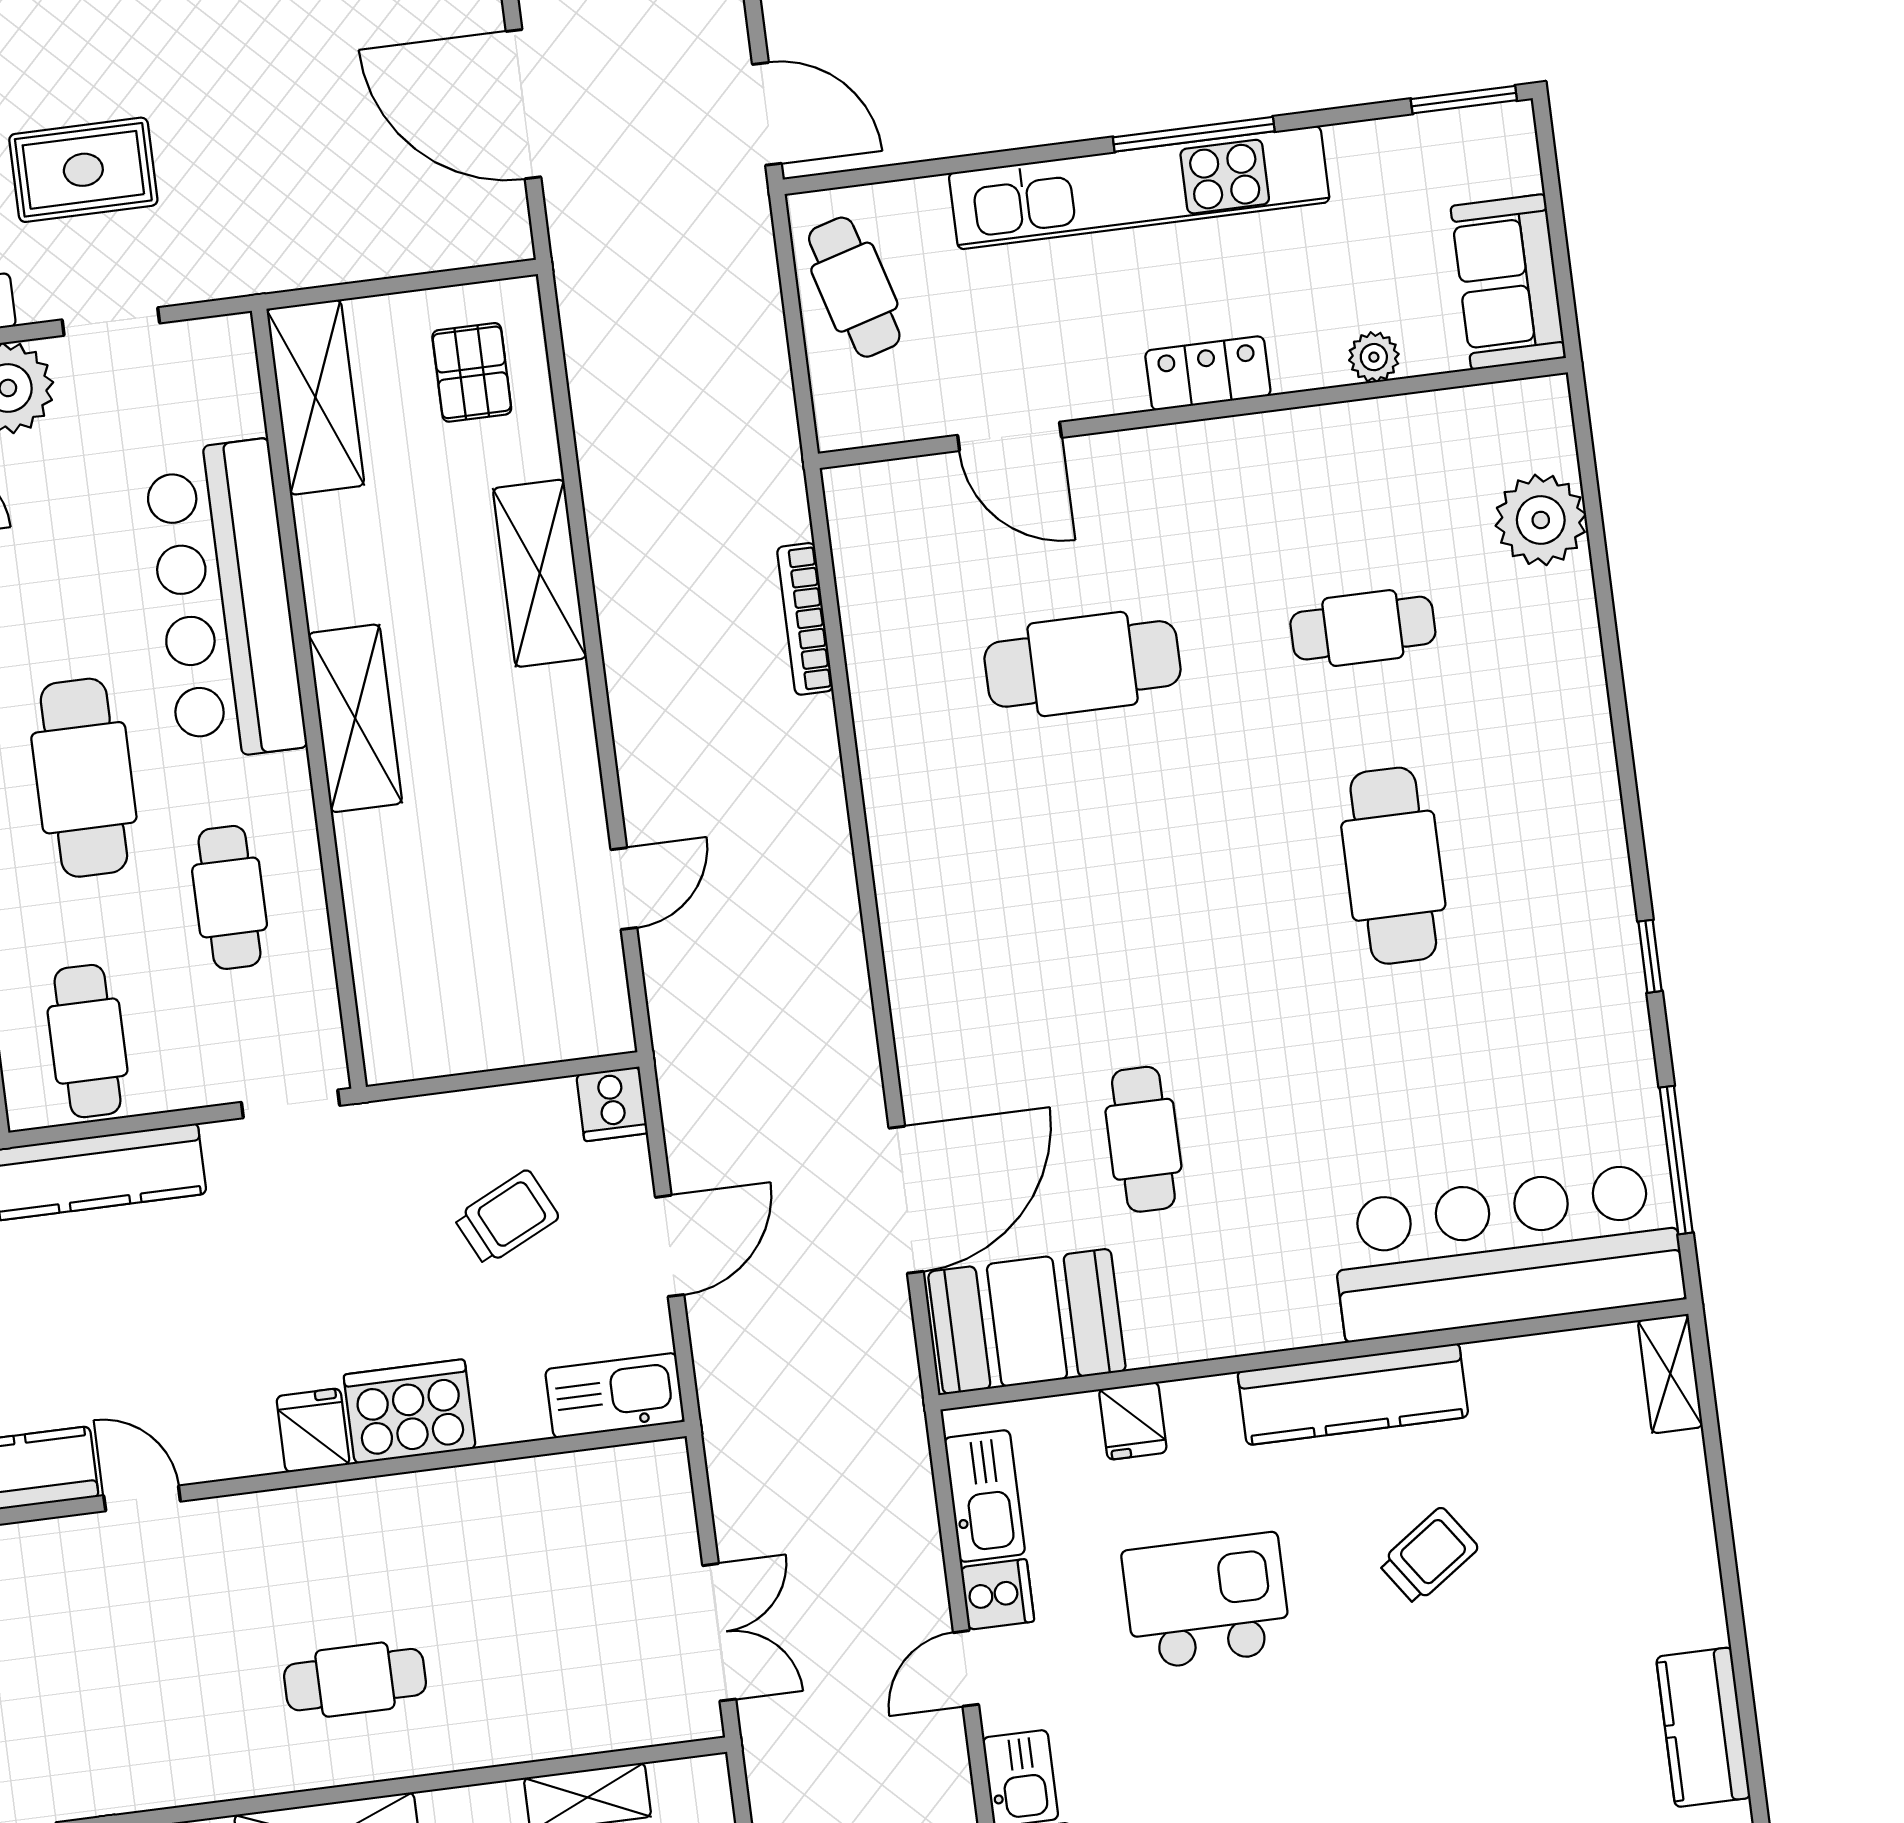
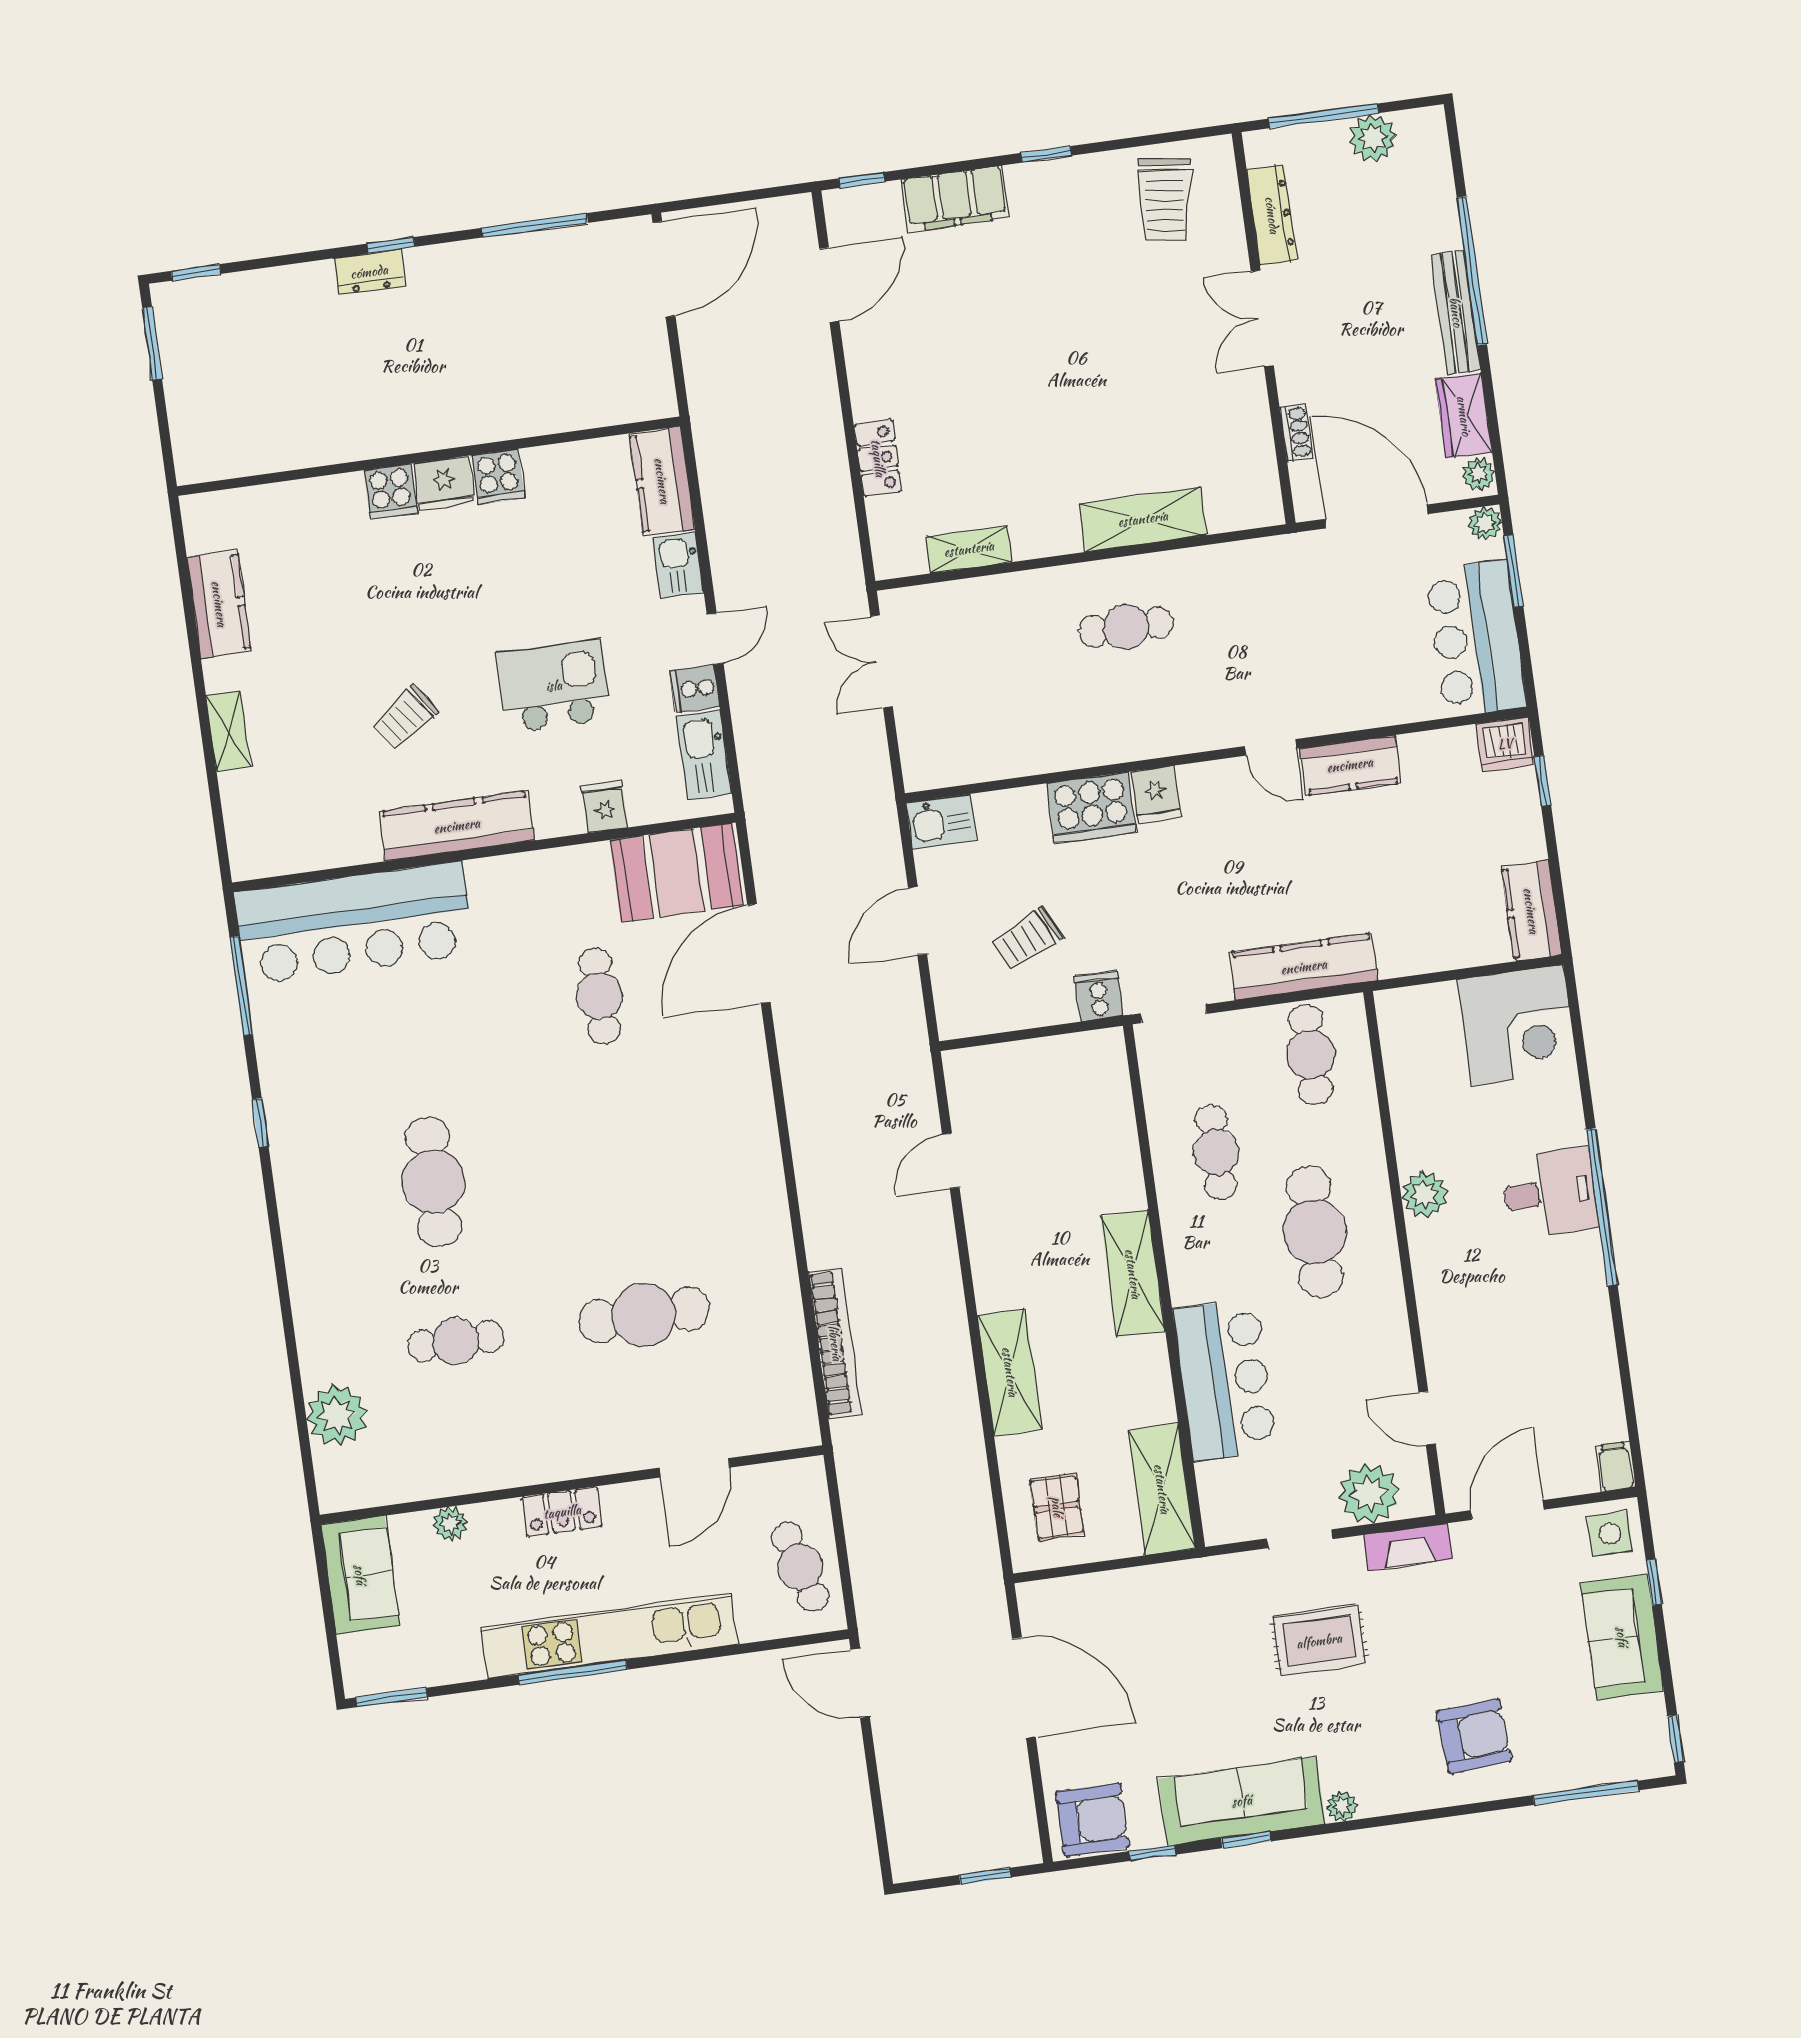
door: (1010, 436) -> (695, 1468), swing flipped
bar counter: (225, 600) -> (1225, 1380), width x0.73
bookcase: (805, 619) -> (835, 1343), width x1.48, depth x1.31
cooker: (612, 1104) -> (1099, 996), moved
shelving: (1670, 1374) -> (228, 731), moved
kitchen sink: (615, 1395) -> (941, 822), width x0.73
kitchen island: (1207, 1601) -> (554, 686), turned 180

